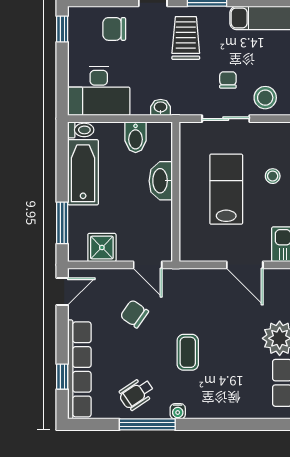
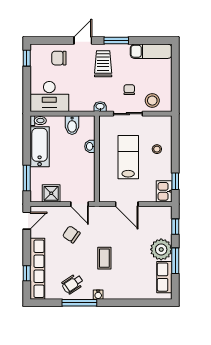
washbasin: (161, 107) -> (100, 107), moved
washbasin: (161, 181) -> (90, 146), width x0.52, depth x0.69
door: (245, 265) -> (127, 204), moved

